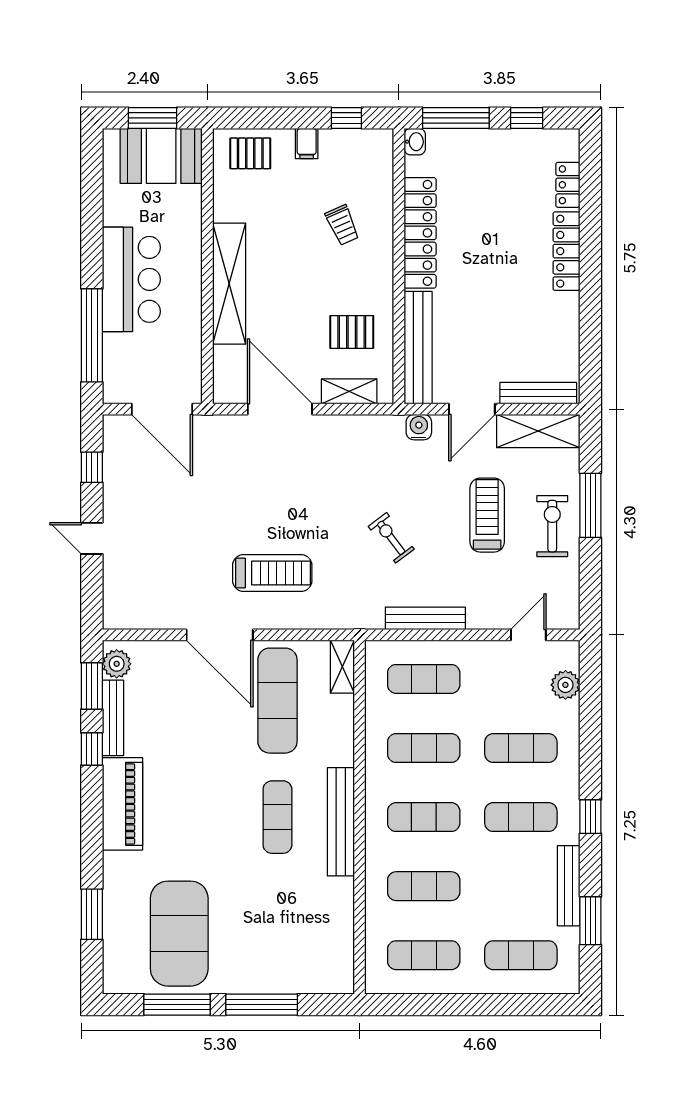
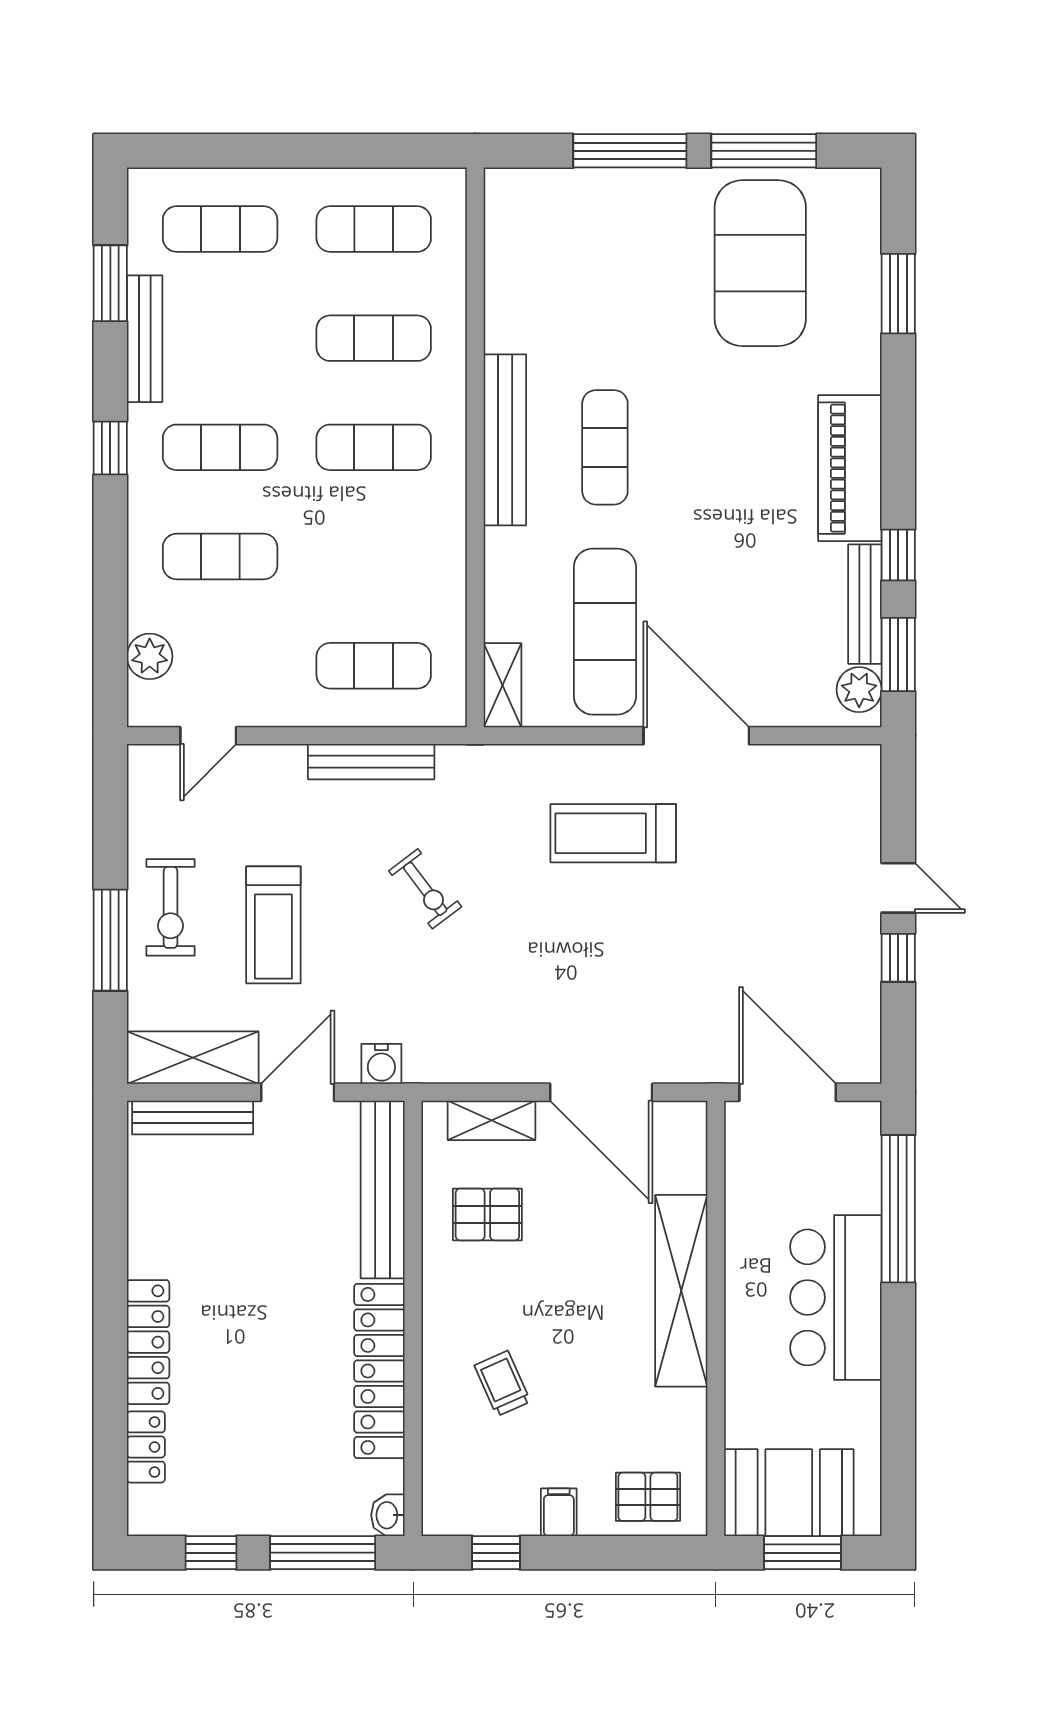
window: (92, 467) -> (898, 958), moved
exercise mat: (424, 748) -> (374, 557), removed

